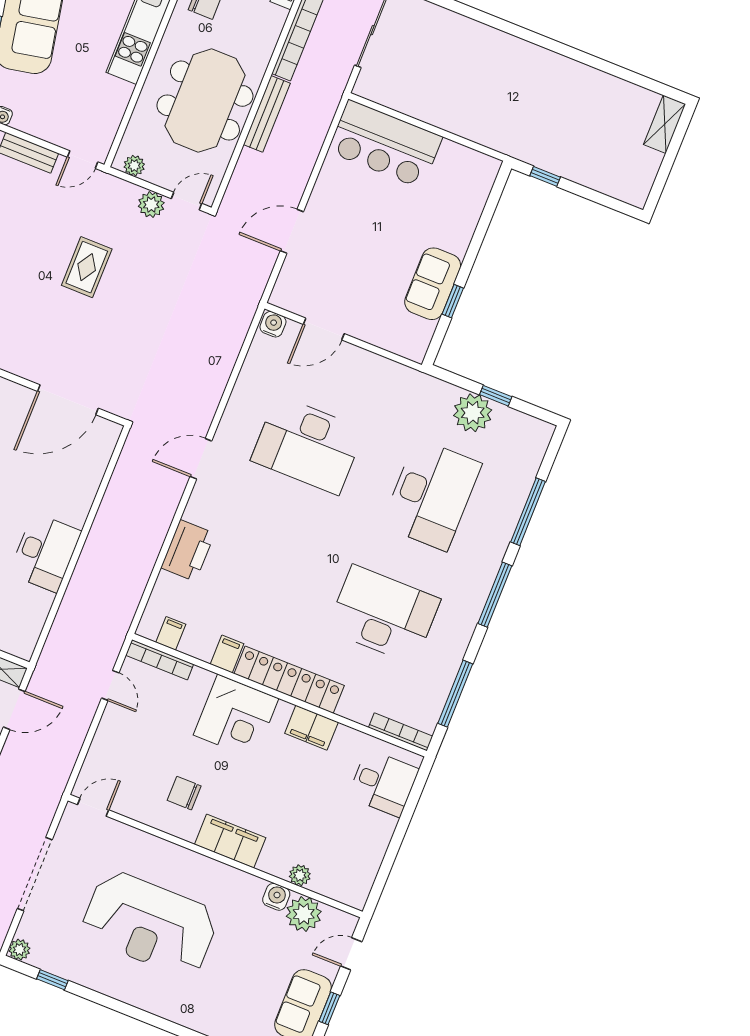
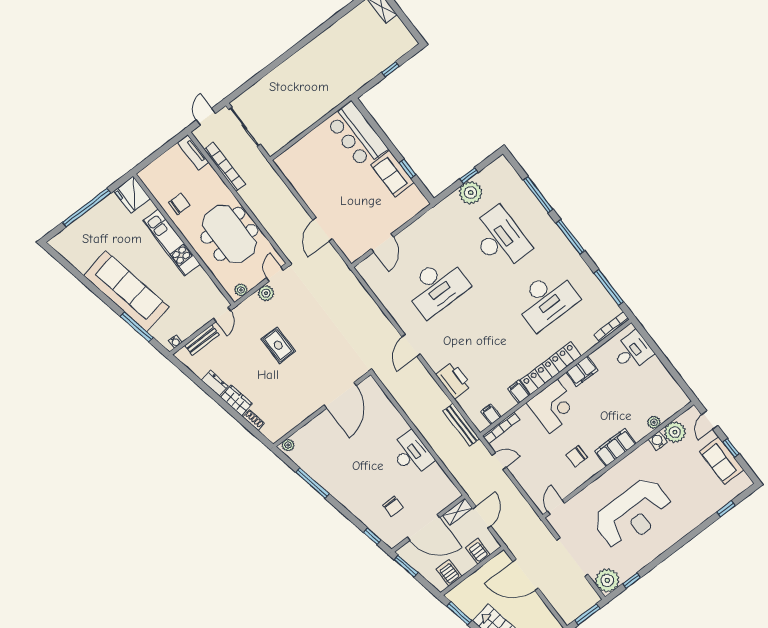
bench: (267, 114) -> (461, 425), moved
bar counter: (385, 144) -> (357, 135), moved, turned 90
window: (545, 176) -> (390, 69), moved
water cooler: (273, 324) -> (364, 268), removed
desk: (383, 614) -> (546, 300), turned 180
plant: (19, 950) -> (607, 580), width x1.88, depth x1.88

